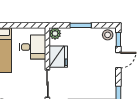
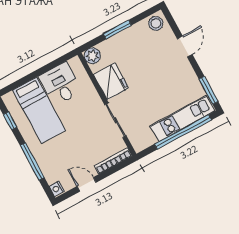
window: (118, 39) -> (171, 22), removed
desk: (33, 47) -> (60, 84), moved, turned -90

